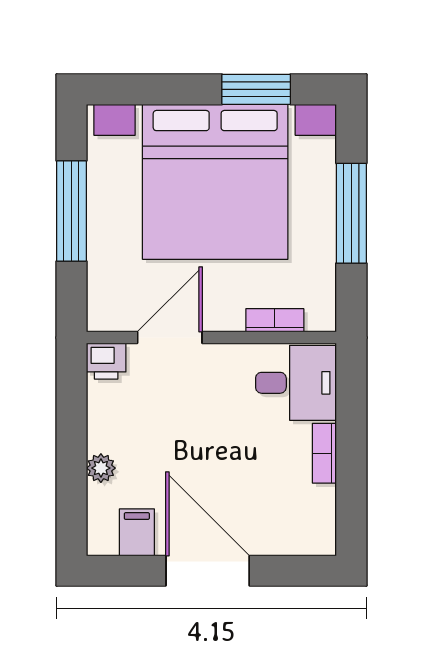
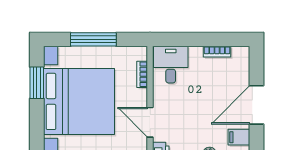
bookcase: (324, 453) -> (217, 52), moved

